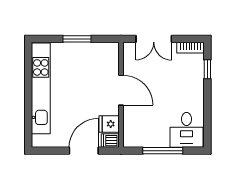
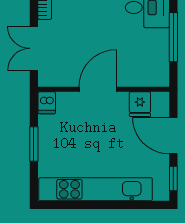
double door: (154, 39) -> (34, 48), swing flipped
dishwasher: (110, 141) -> (47, 103), moved
window: (49, 151) -> (173, 178), added

